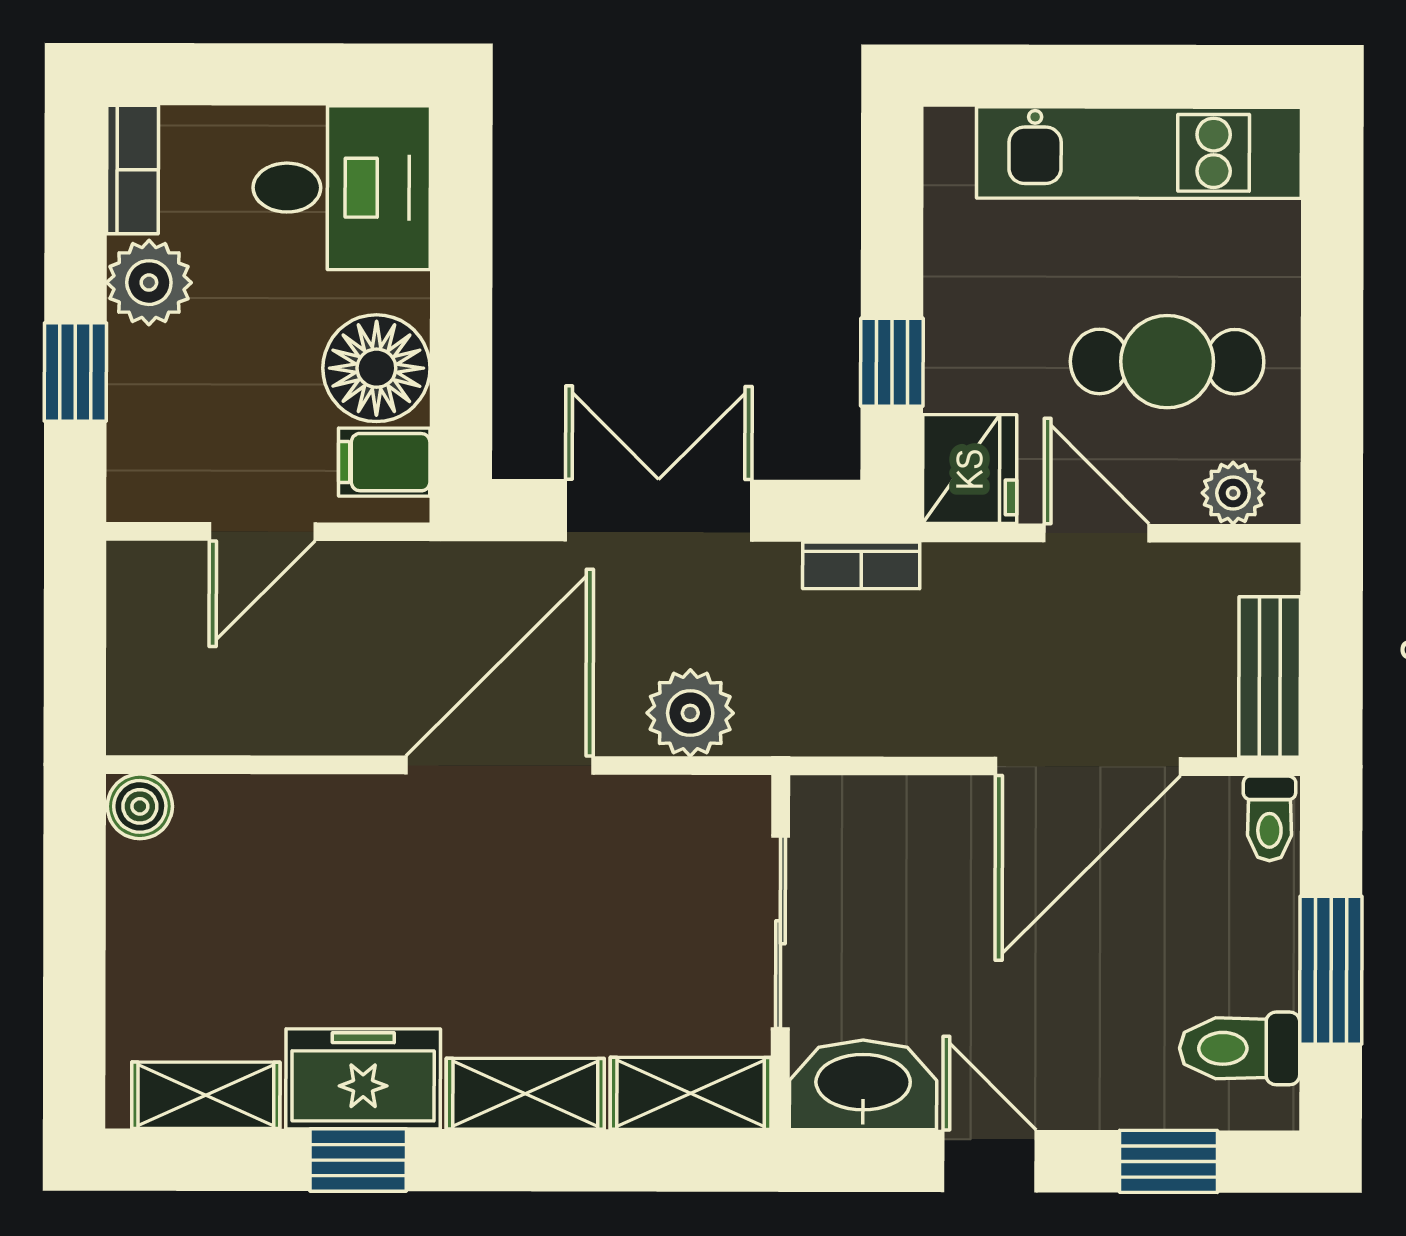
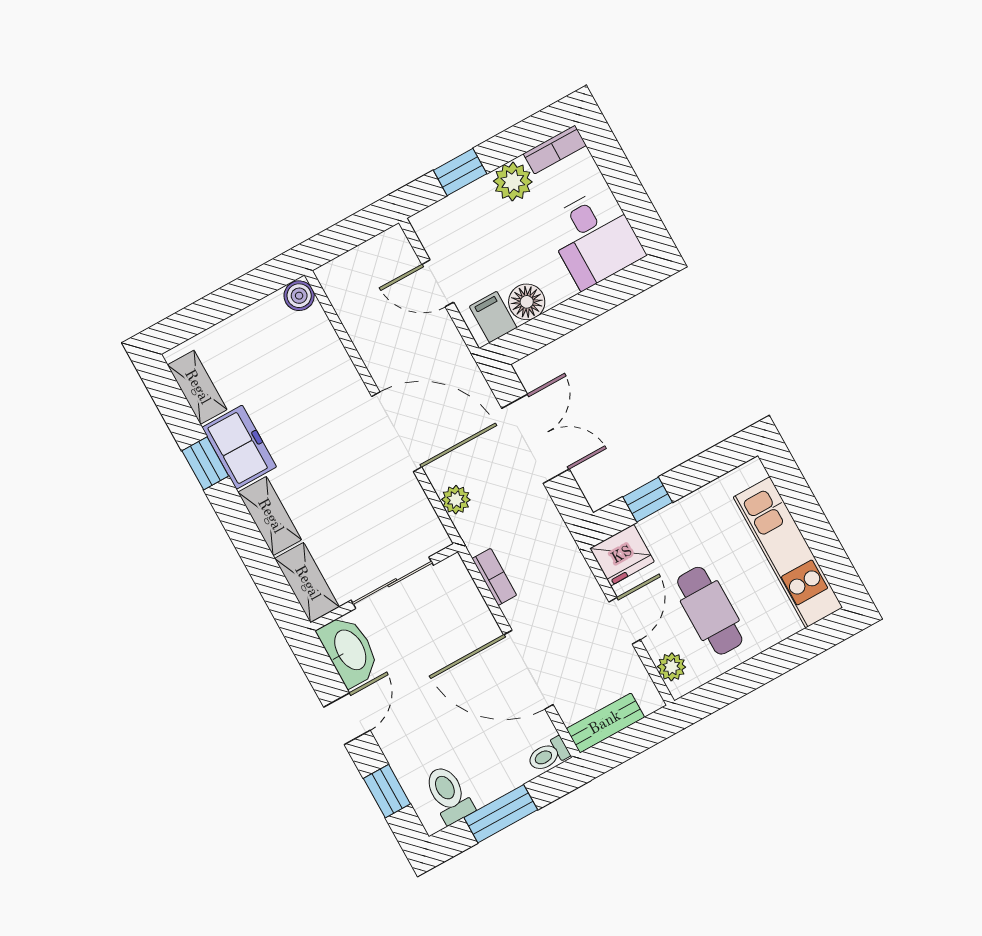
floor lamp: (376, 368) -> (527, 302), width x0.73, depth x0.73
bookcase: (861, 565) -> (494, 577), moved, turned 180
plant: (690, 713) -> (456, 500), width x0.73, depth x0.73

